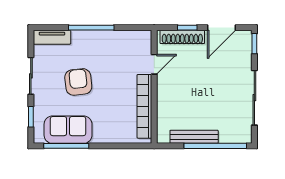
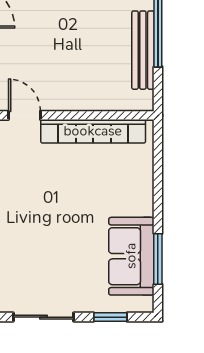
armchair: (78, 82) -> (53, 239), removed
window: (66, 146) -> (158, 259), width x0.69

